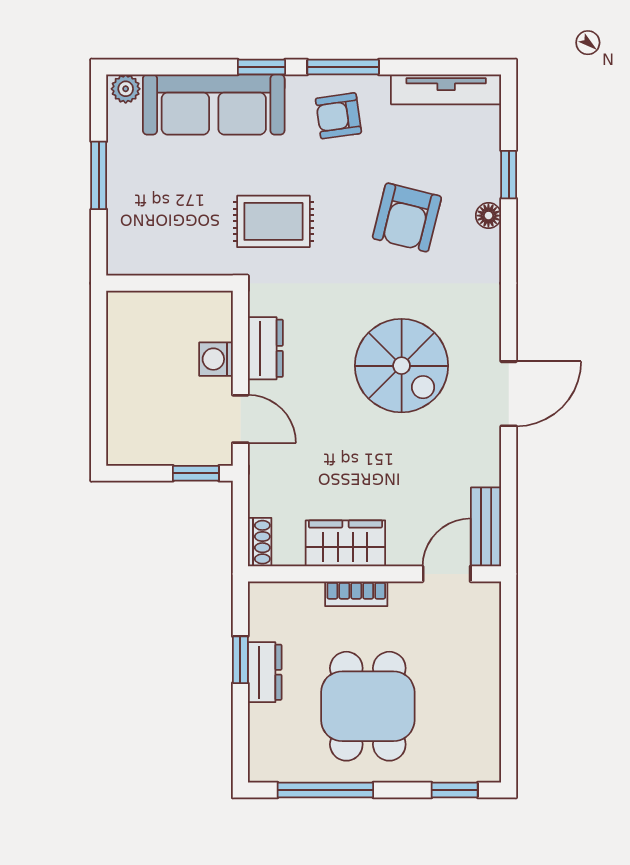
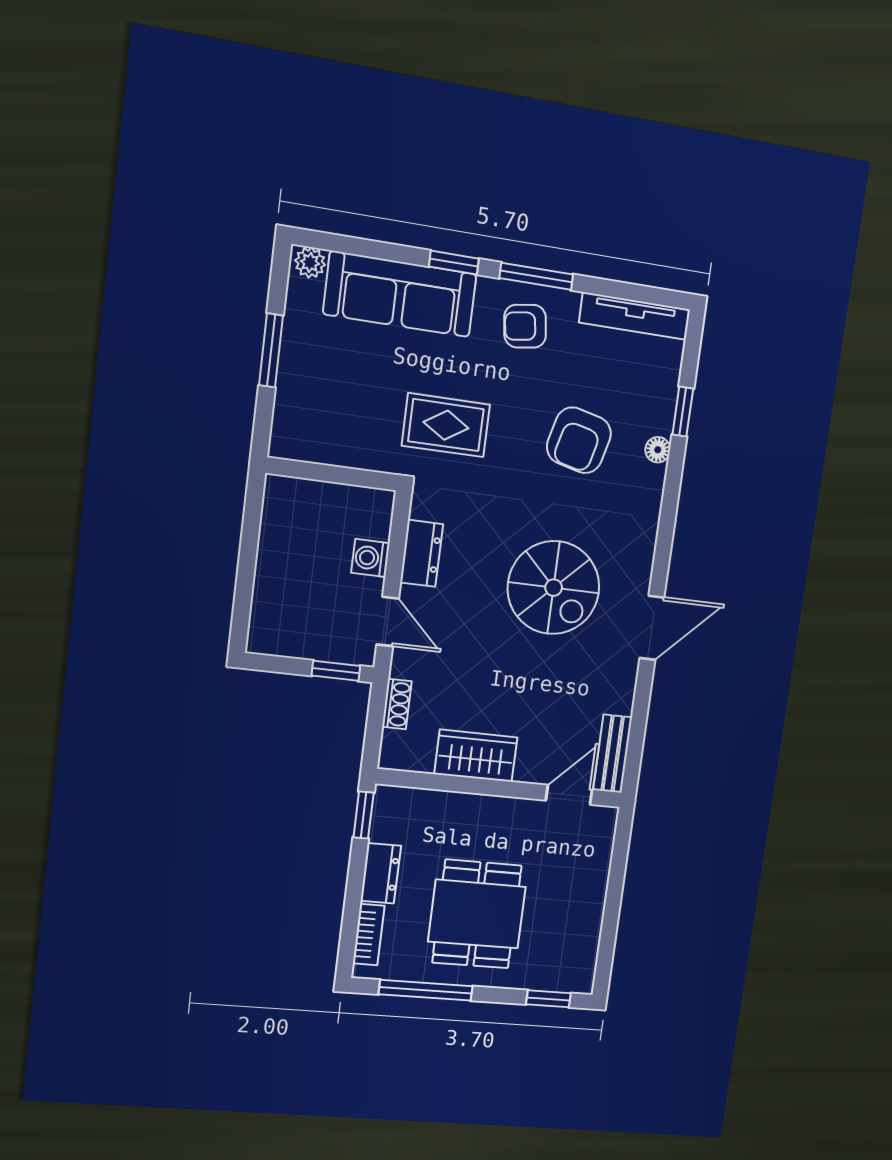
shoe rack: (260, 542) -> (397, 704), moved
bookcase: (356, 594) -> (369, 935), moved, turned -90
window: (240, 660) -> (364, 815), moved

